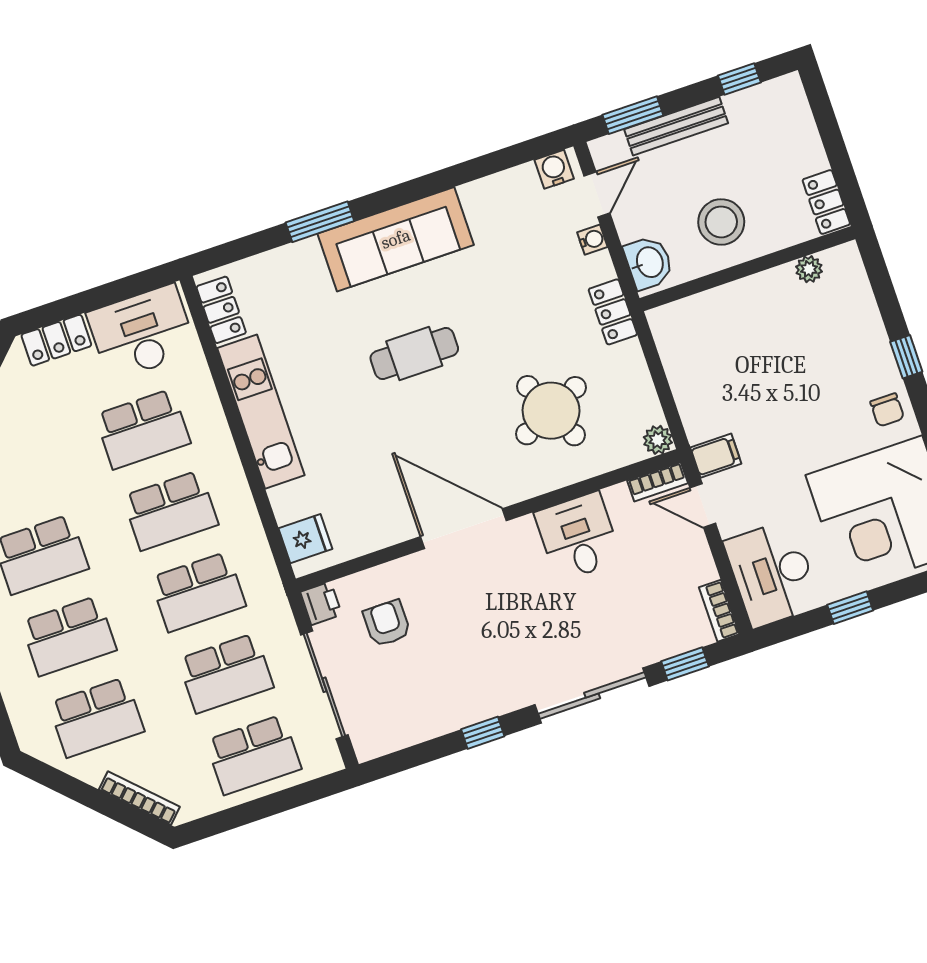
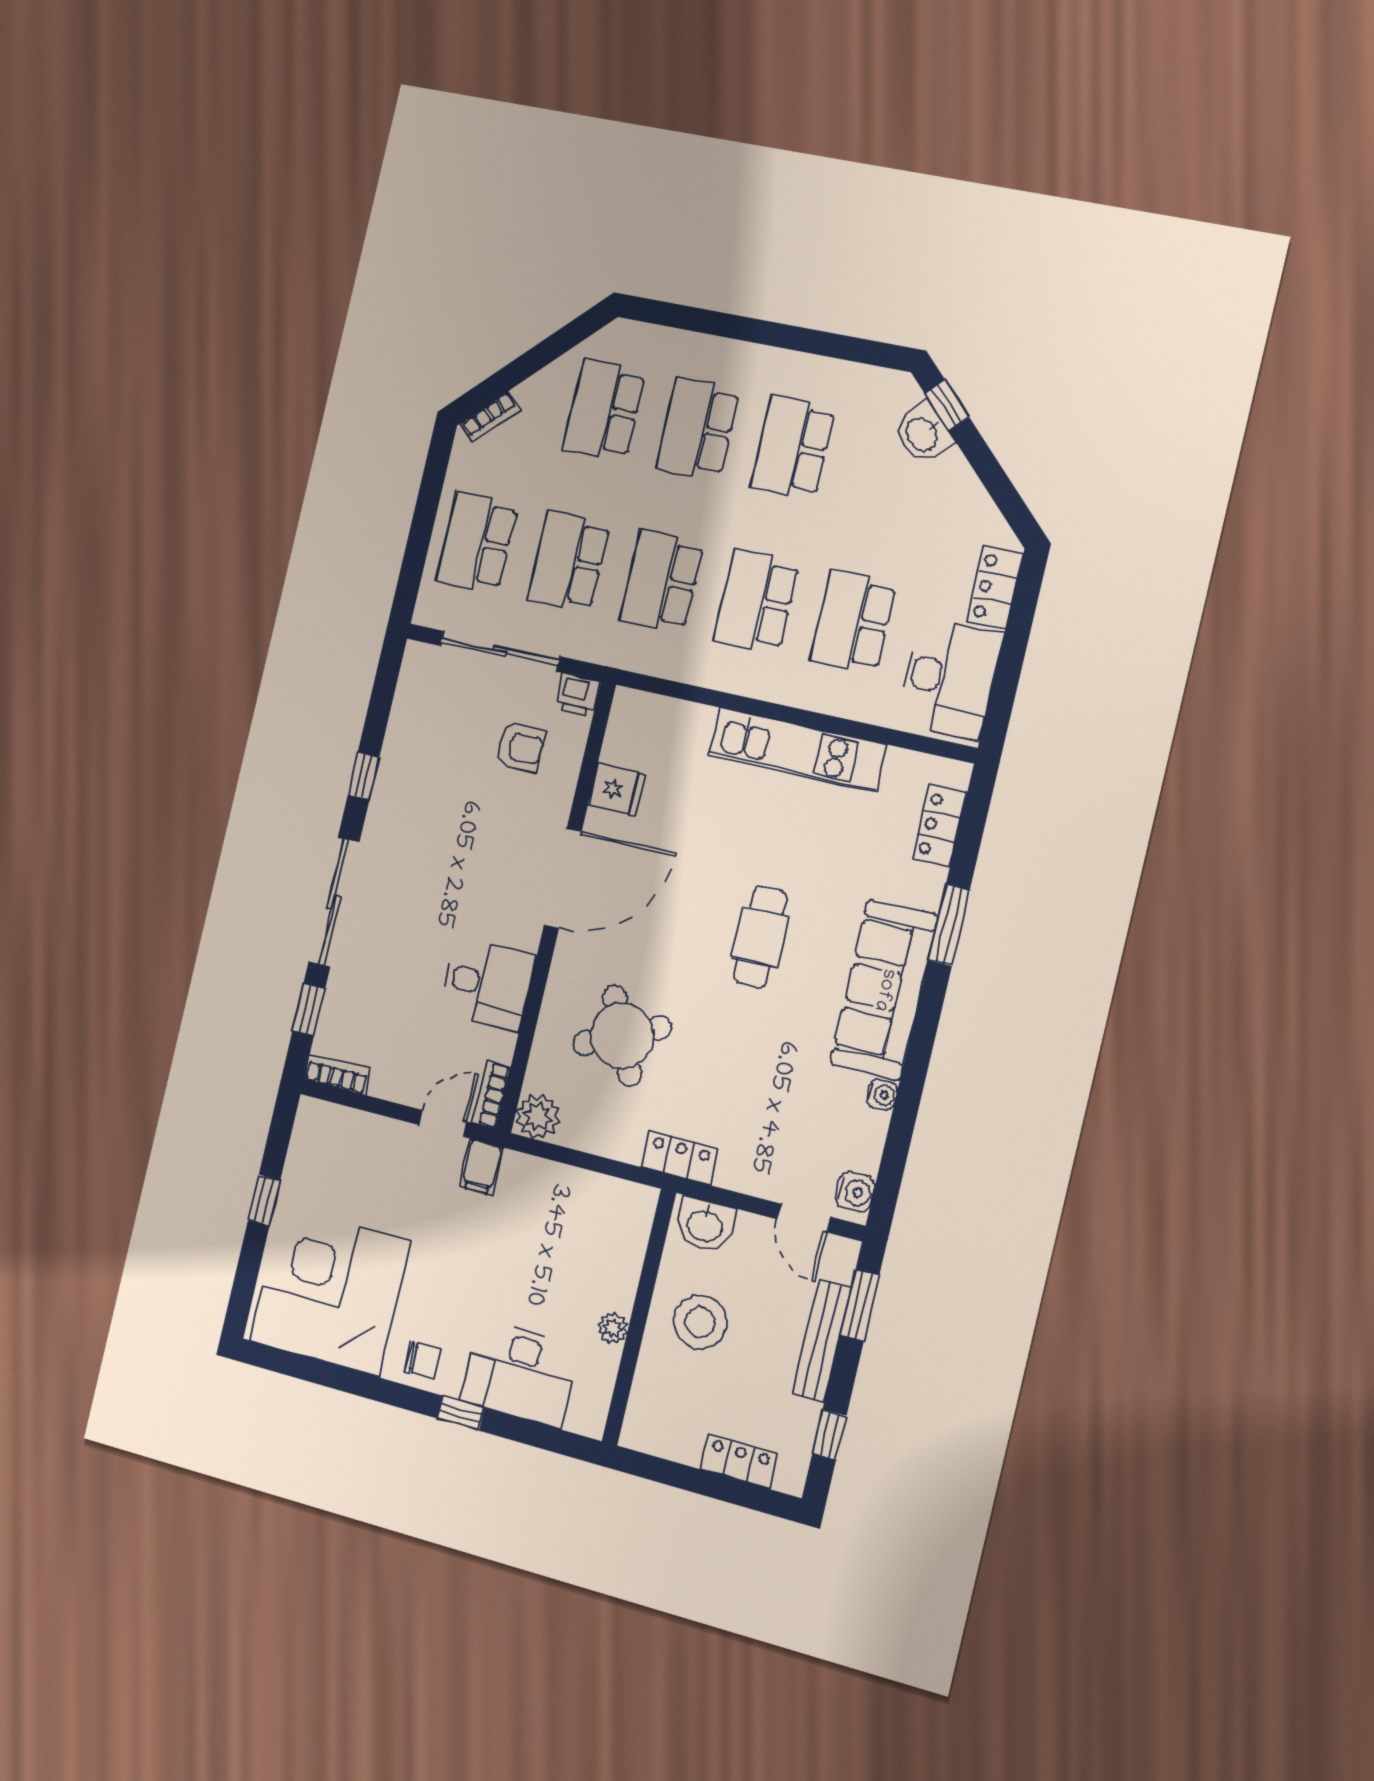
locker: (826, 202) -> (739, 1461), moved
water cooler: (592, 240) -> (882, 1095), moved, turned -90
plant: (809, 269) -> (613, 1328), moved
locker: (221, 310) -> (940, 826), moved, turned 90
chair: (887, 410) -> (422, 1360), turned 180
plant: (658, 440) -> (538, 1116), width x1.38, depth x1.38
fridge: (305, 539) -> (617, 790), moved, turned -90
desk: (772, 574) -> (520, 1374), moved, turned 180
bookcase: (139, 798) -> (490, 417), width x0.64

